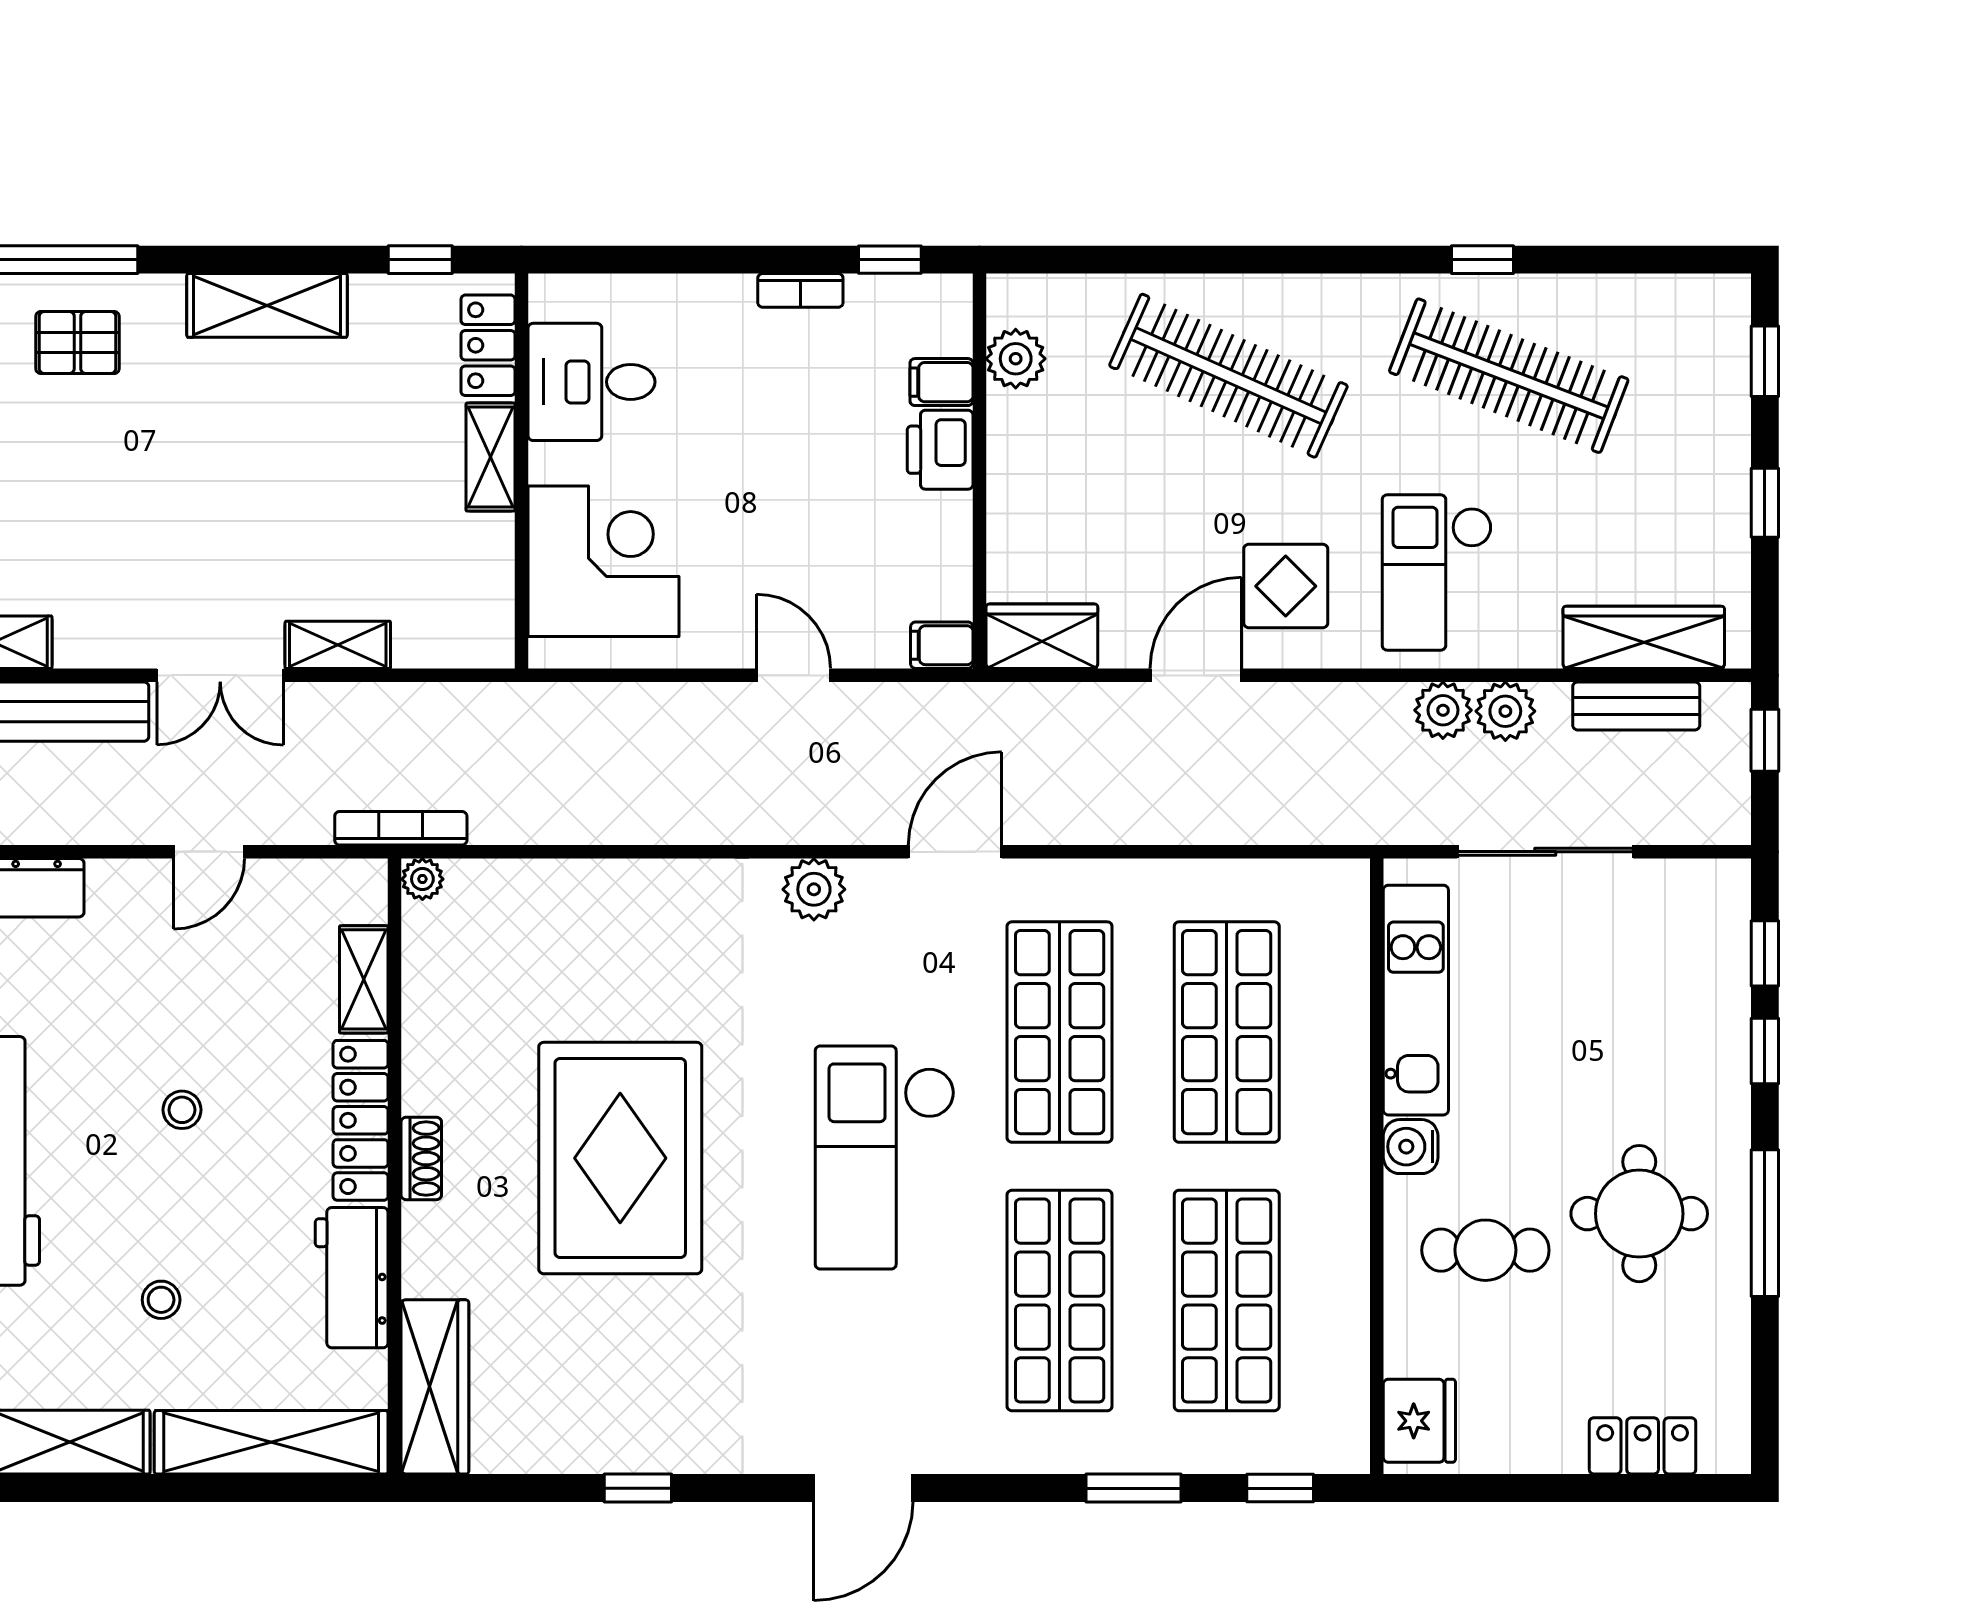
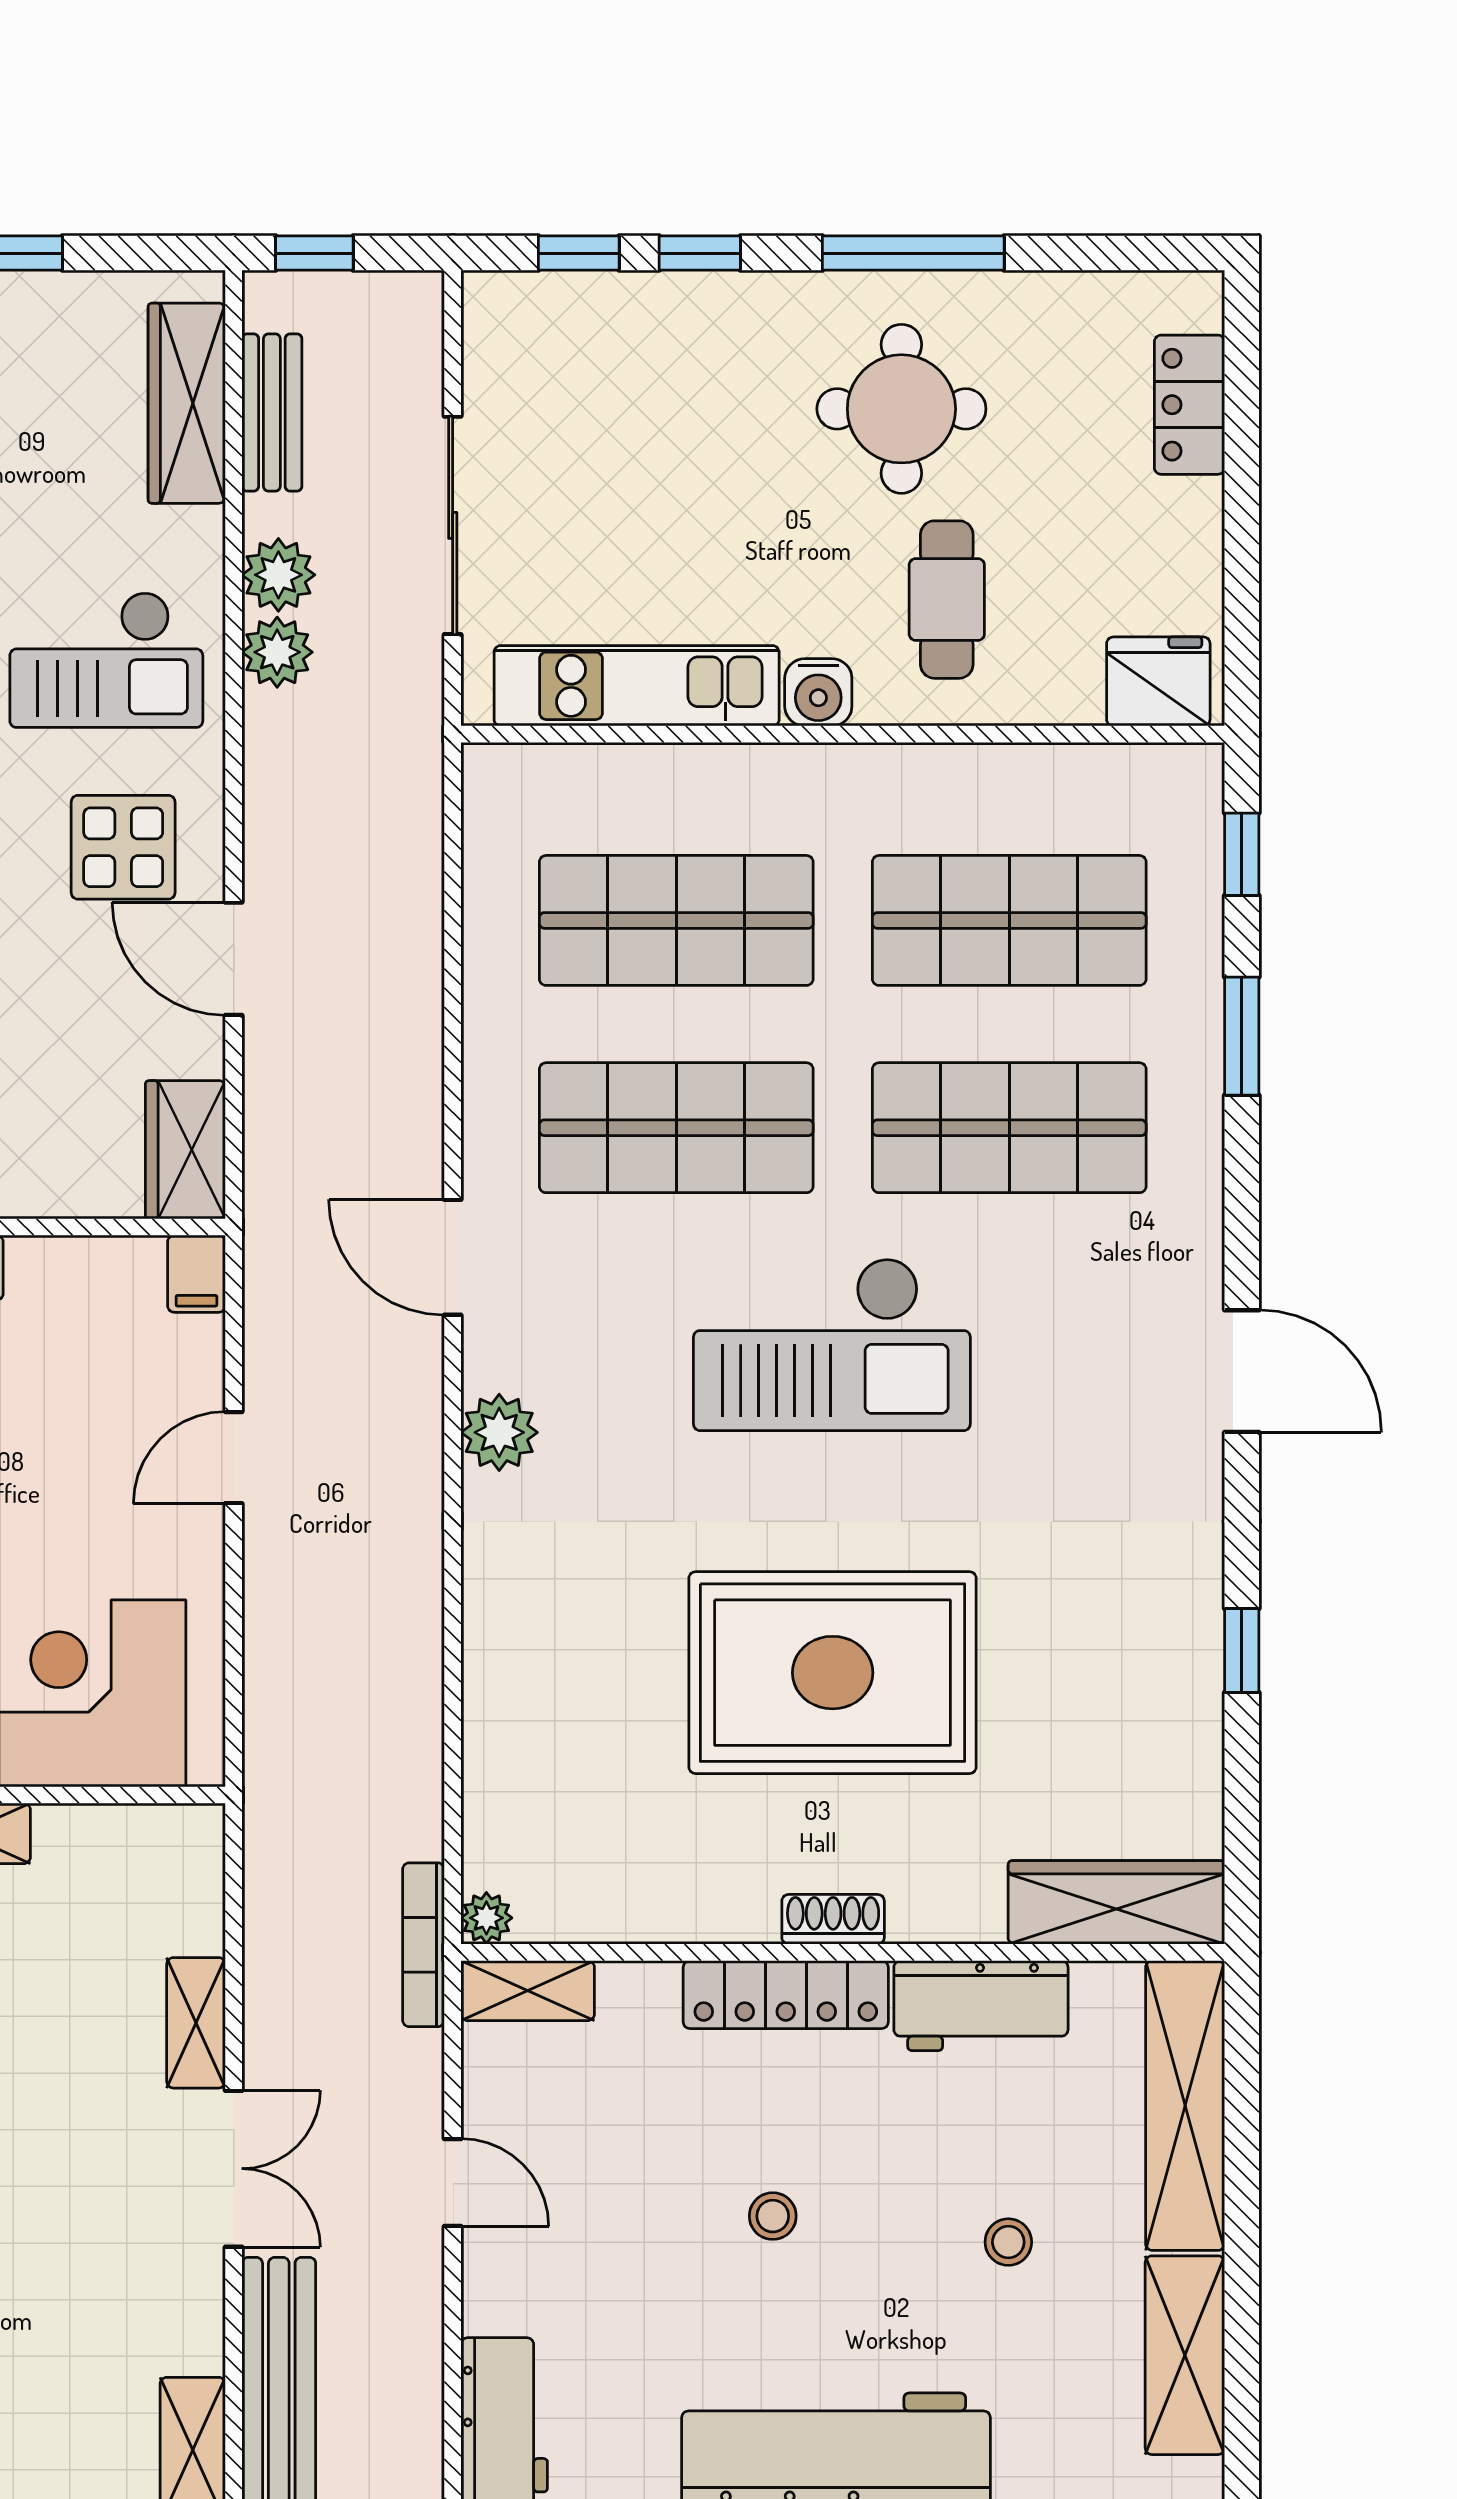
shelving: (364, 979) -> (528, 1991), moved

